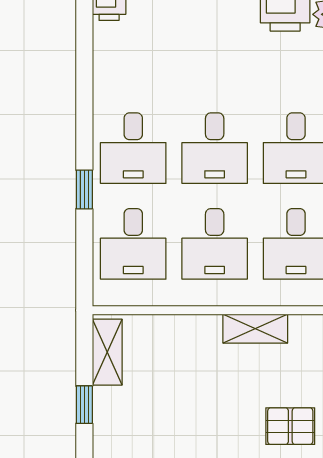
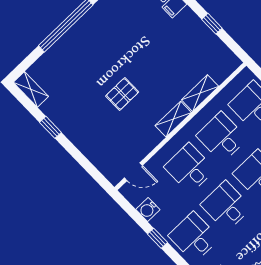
shelving: (107, 352) -> (200, 93), moved, turned 90

